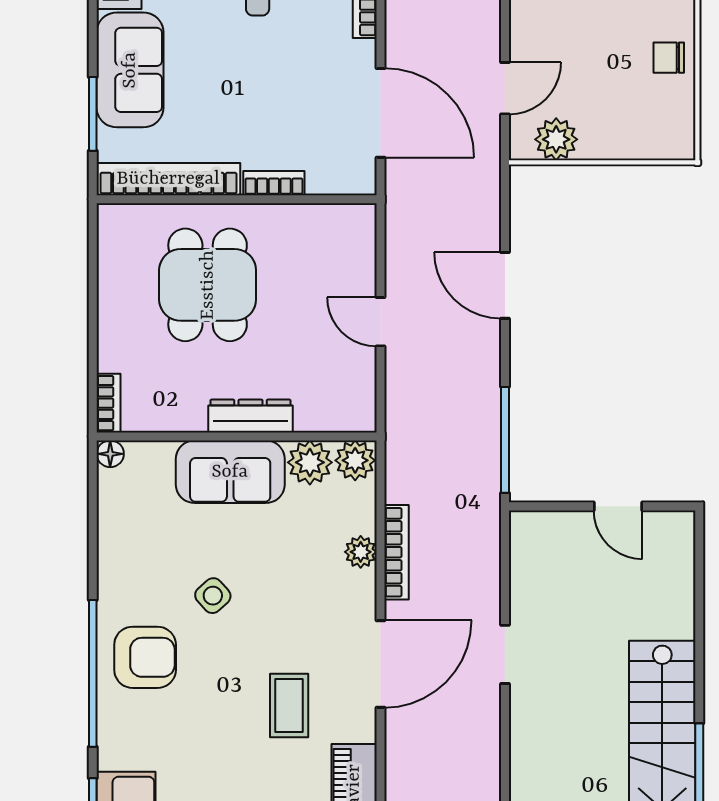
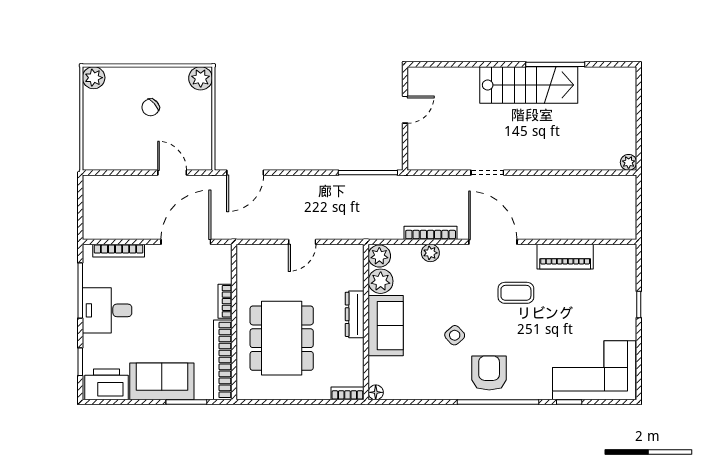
chair: (669, 58) -> (151, 107), moved, turned 49
plant: (556, 139) -> (201, 78), moved
dining table: (208, 285) -> (282, 338), width x1.38
door: (505, 285) -> (245, 173), moved

